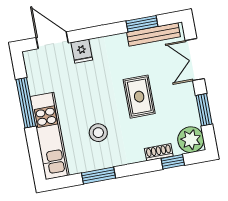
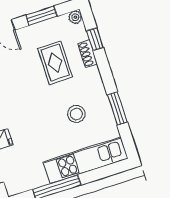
rug: (139, 97) -> (55, 63), moved, turned 90
plant: (191, 140) -> (75, 17), width x0.53, depth x0.53

